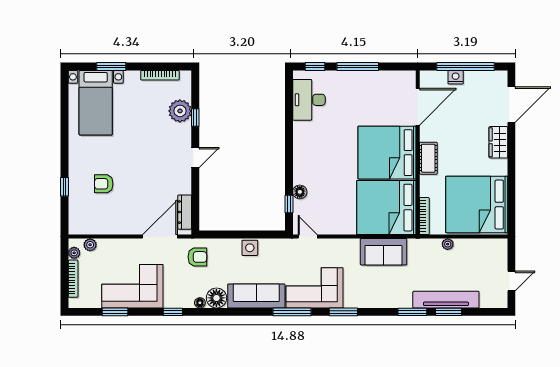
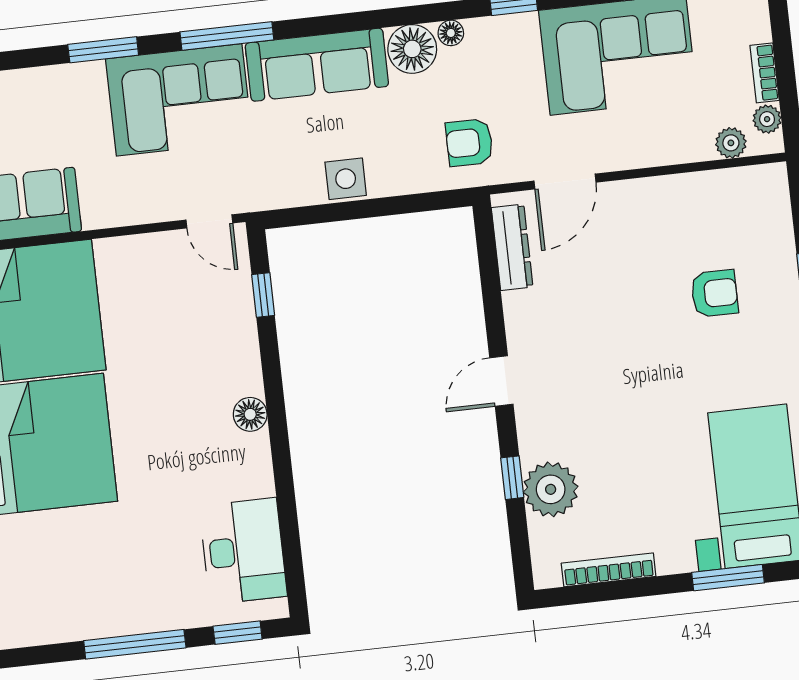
floor lamp: (300, 192) -> (250, 414), moved
door: (160, 237) -> (565, 182), width x0.73
bookcase: (73, 279) -> (765, 73), width x0.64

